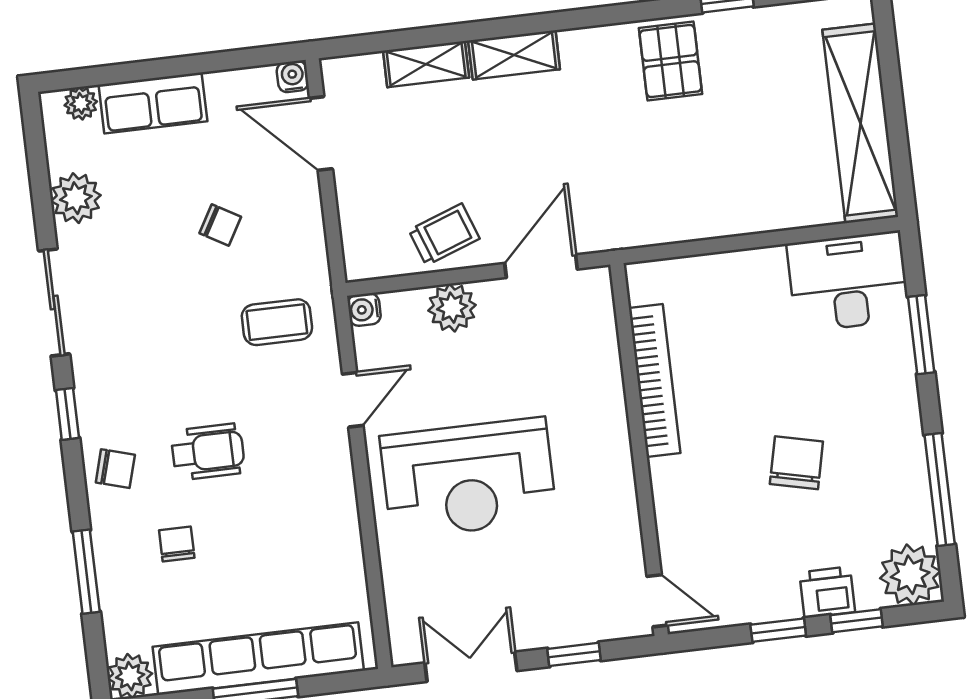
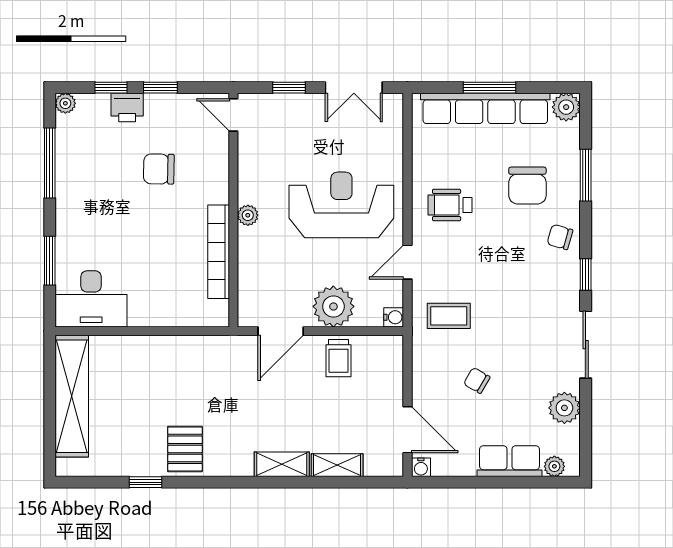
trolley: (444, 234) -> (338, 358), turned -70
plant: (452, 308) -> (333, 306), width x1.36, depth x1.36
plant: (615, 444) -> (248, 215), added
wheelchair: (208, 452) -> (450, 205), moved
chair: (796, 463) -> (159, 169), moved, turned 78
chair: (177, 544) -> (527, 186), width x1.87, depth x1.87
plant: (910, 575) -> (65, 103), width x0.53, depth x0.53

